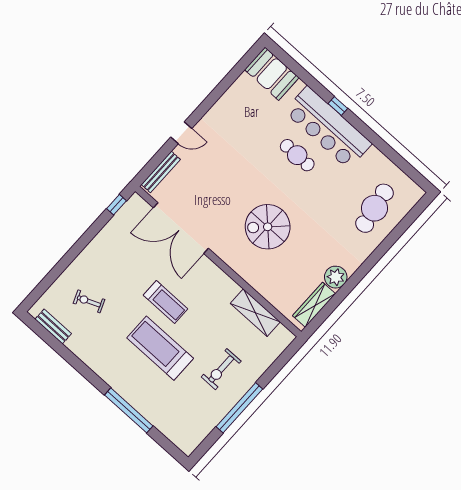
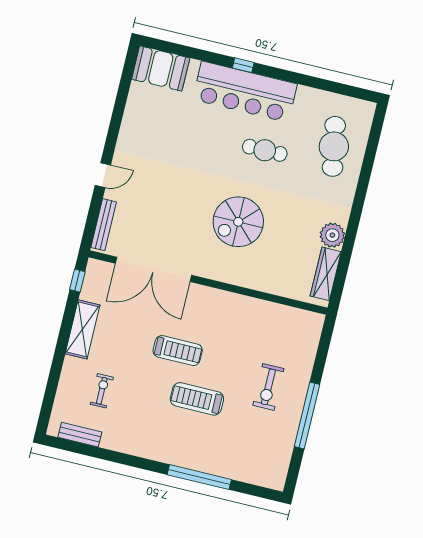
cafe table: (297, 155) -> (265, 150), moved
exercise bike: (89, 301) -> (102, 391), turned 112
shelving: (255, 313) -> (83, 329), moved, turned 90
treadmill: (160, 348) -> (197, 399), width x0.73, depth x0.73

